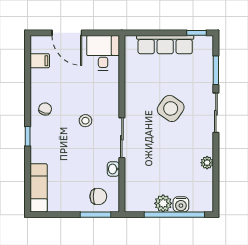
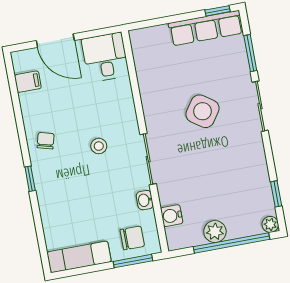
row of seats: (165, 45) -> (206, 28), moved
plant: (207, 163) -> (270, 224), moved
window: (216, 183) -> (276, 194), added
exam couch: (39, 188) -> (79, 257), moved, turned -90
water cooler: (181, 204) -> (172, 216), moved, turned 90

